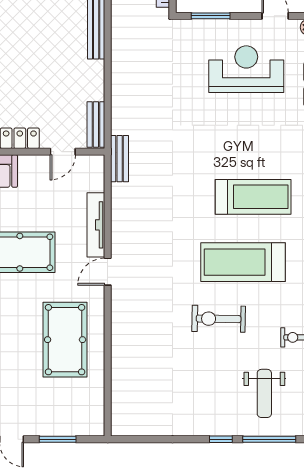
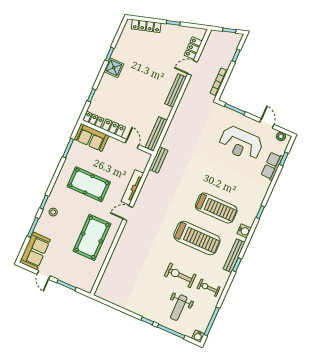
reception desk: (246, 69) -> (241, 143), turned 180
bench: (96, 124) -> (156, 134), width x1.36
door: (63, 152) -> (132, 144), swing flipped
treadmill: (243, 262) -> (197, 238), turned 180
exercise bike: (219, 319) -> (180, 275), moved

